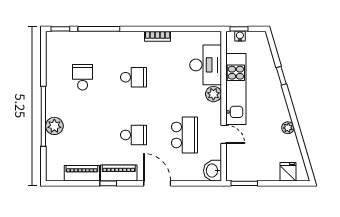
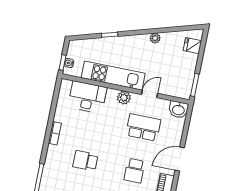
school desk: (134, 77) -> (85, 161), turned -90
plant: (213, 94) -> (124, 98), moved
school desk: (134, 135) -> (134, 171), turned 180

